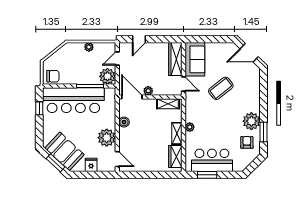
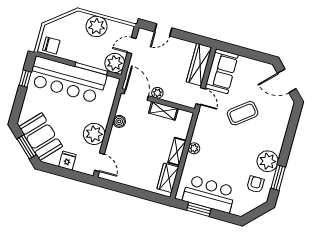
plant: (89, 47) -> (97, 26), width x1.88, depth x1.88
shelving: (168, 104) -> (163, 111), moved

